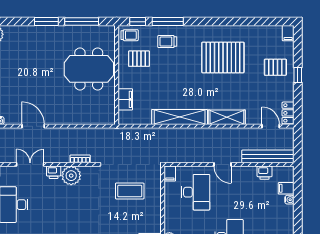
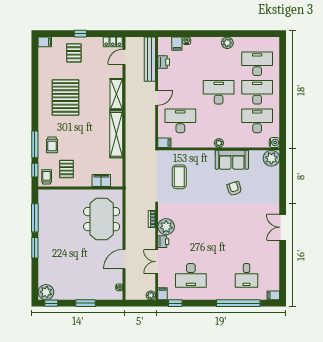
meeting table: (89, 69) -> (102, 219), moved

